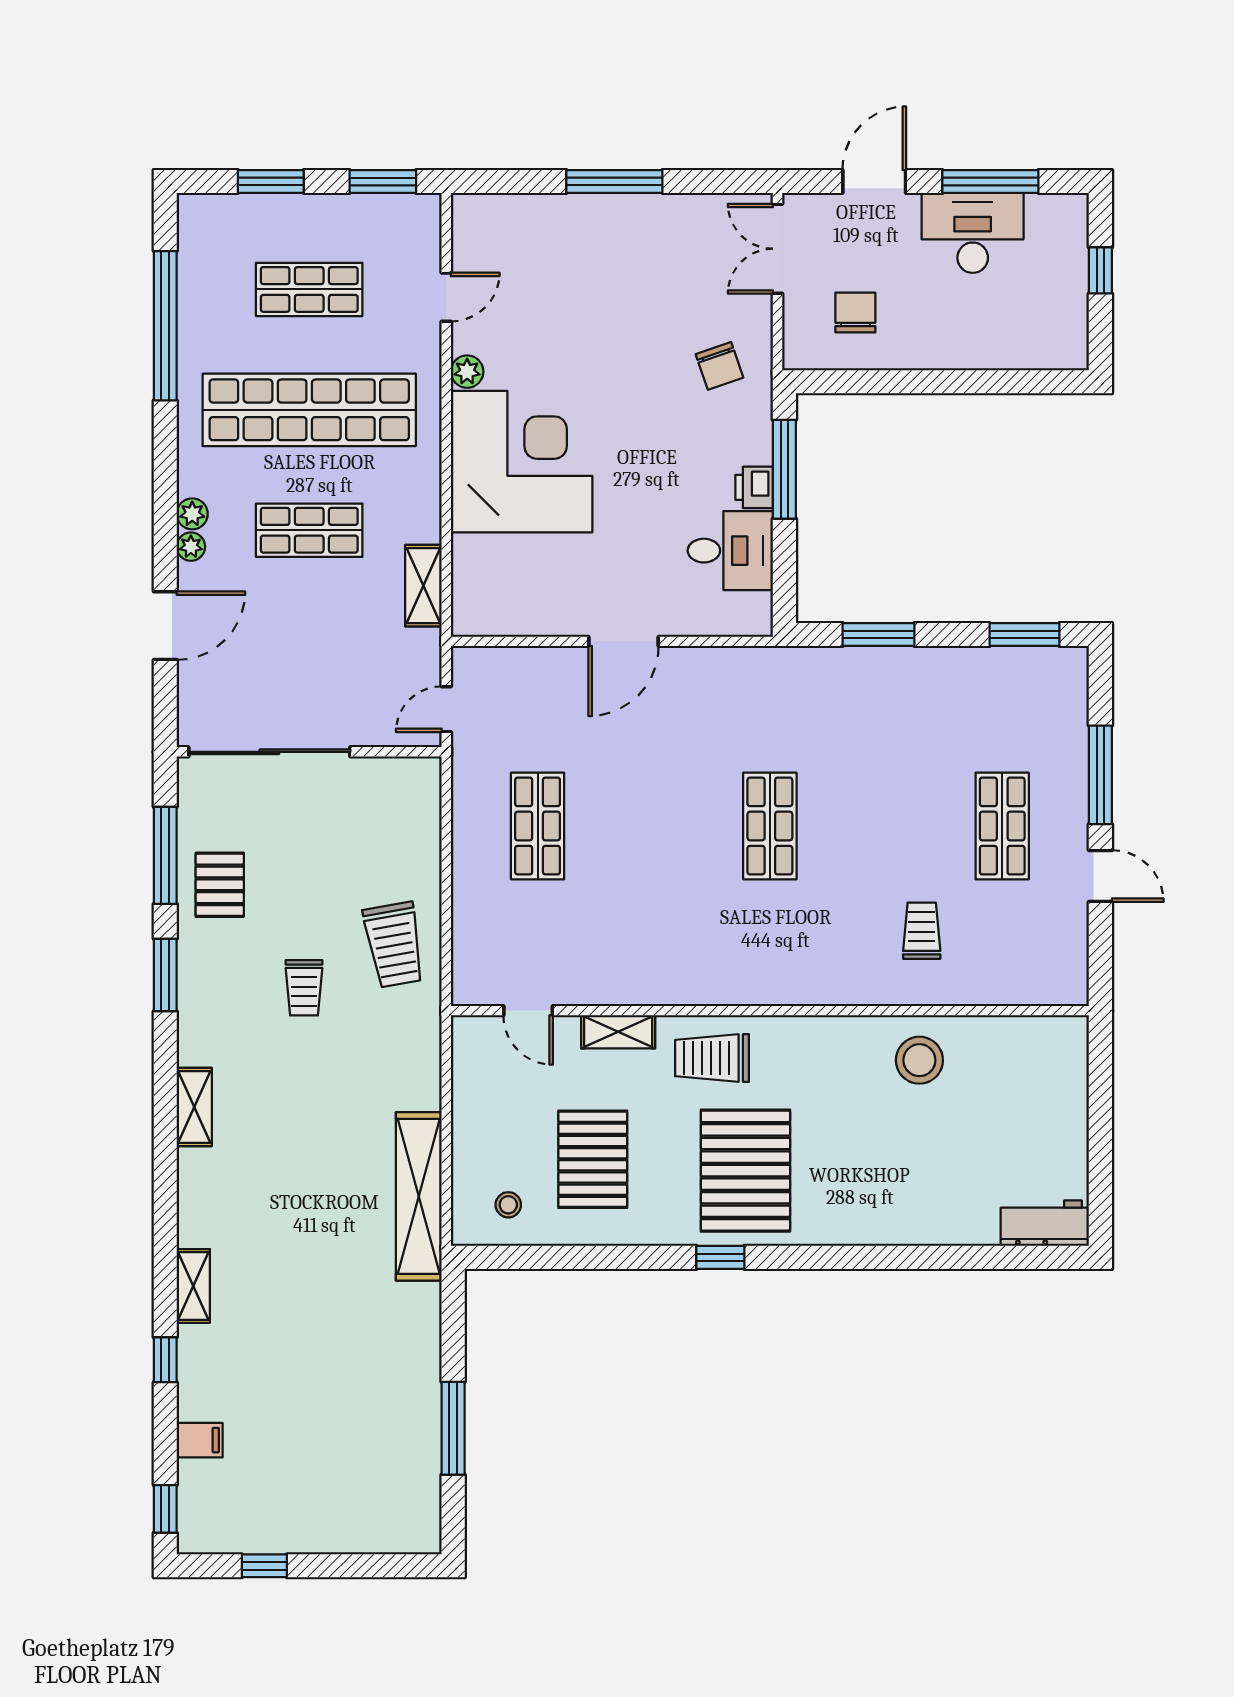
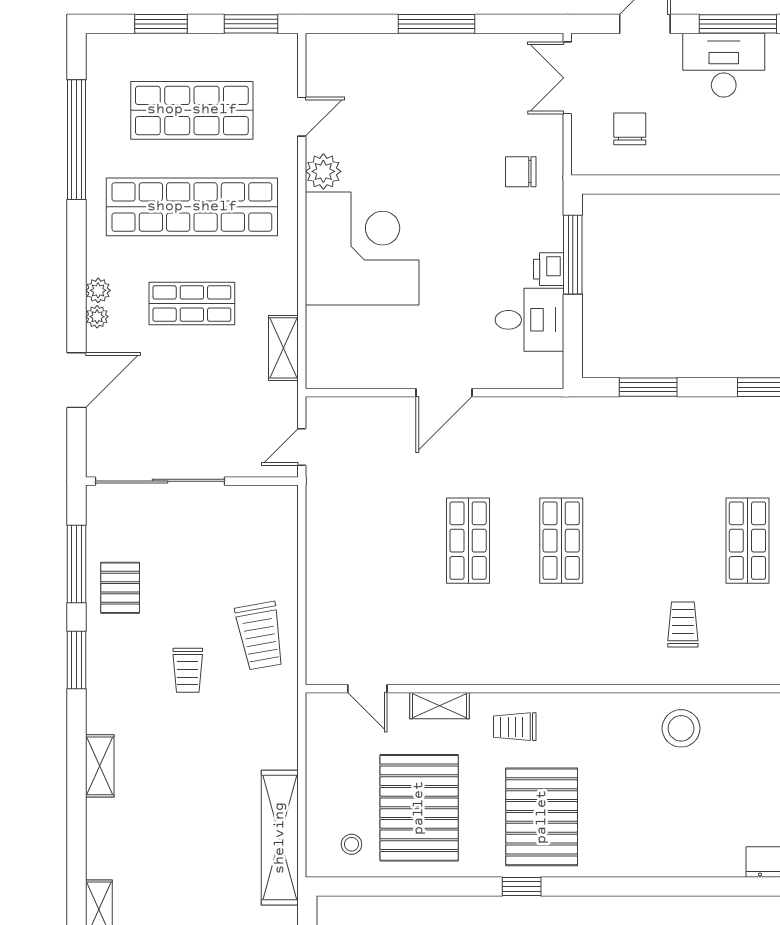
shop shelf: (309, 289) -> (192, 110), width x1.43, depth x1.36
chair: (719, 366) -> (521, 172), turned 109
plant: (467, 372) -> (323, 171), width x1.38, depth x1.38
shop shelf: (538, 826) -> (468, 541), moved
trolley: (712, 1058) -> (515, 727), width x0.73, depth x0.72
pallet: (593, 1159) -> (419, 808), width x1.37, depth x1.41

